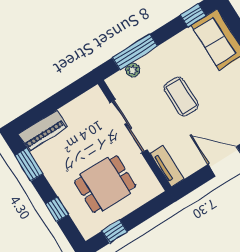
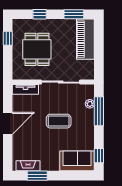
piano: (43, 131) -> (85, 39), width x1.37, depth x1.33

